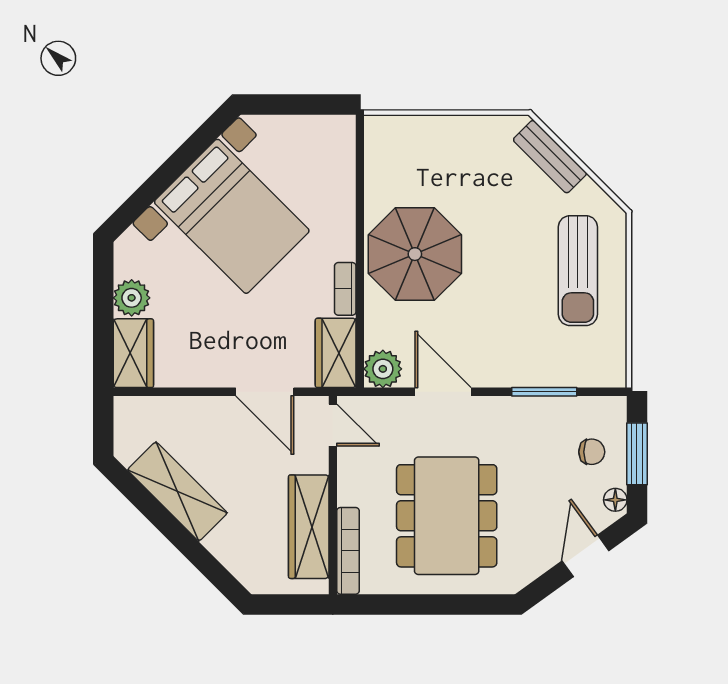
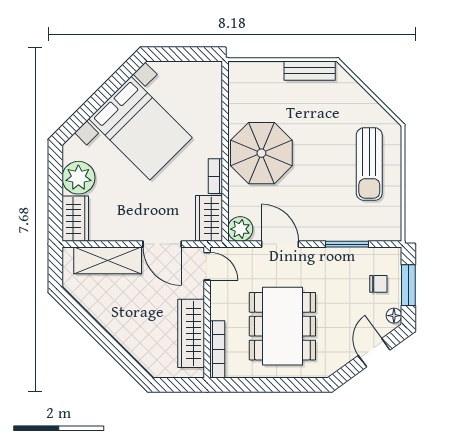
bench: (550, 157) -> (310, 71), moved, turned -45
plant: (132, 298) -> (78, 178), width x1.36, depth x1.36
shelving: (177, 491) -> (108, 260), moved, turned -45

